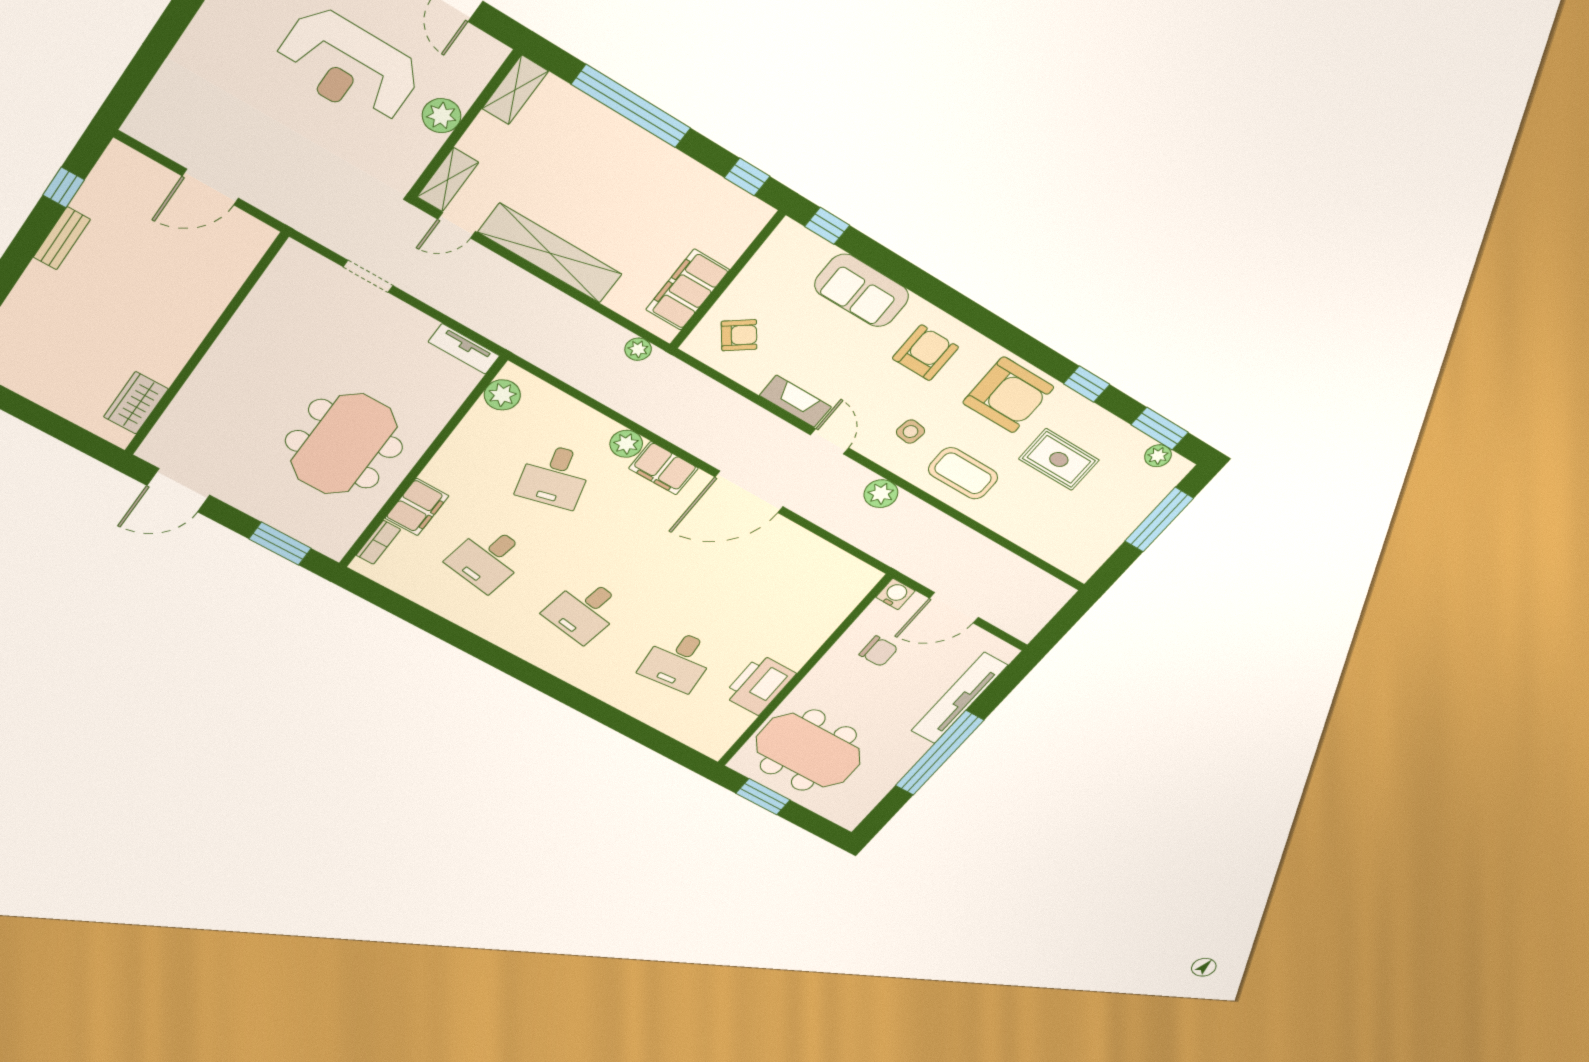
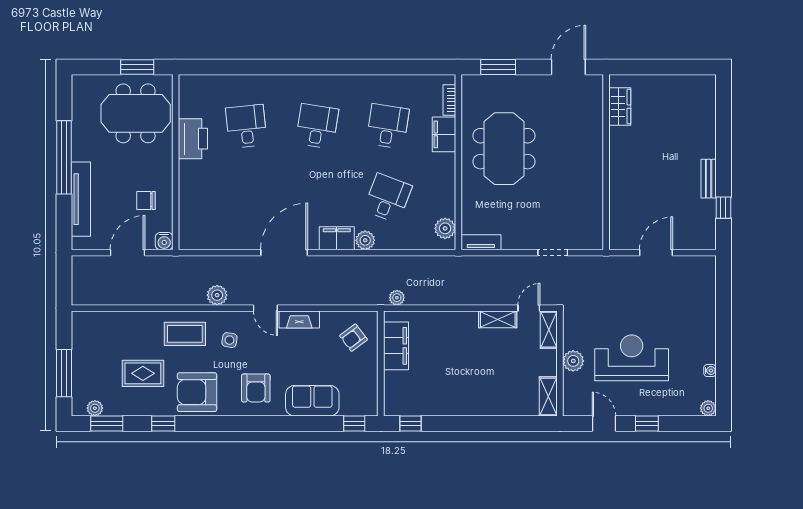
window: (631, 106) -> (490, 423), removed
shelving: (550, 253) -> (498, 319), width x0.45, depth x0.75
desk: (555, 476) -> (388, 198), turned 36

